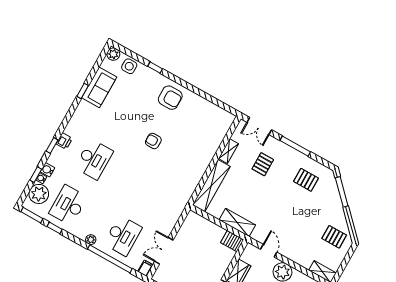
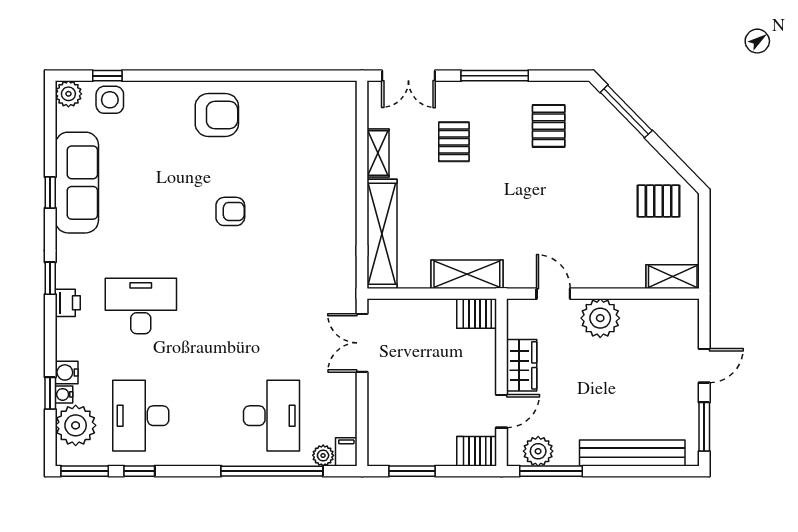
window: (155, 68) -> (107, 76), moved
sofa: (99, 87) -> (77, 183), width x1.36
armchair: (153, 141) -> (230, 211), turned 180
window: (52, 146) -> (50, 278), moved
desk: (94, 159) -> (141, 306), turned -90
pallet: (306, 180) -> (549, 126), turned 90
plant: (91, 240) -> (323, 455), moved
double door: (164, 251) -> (362, 343), moved

